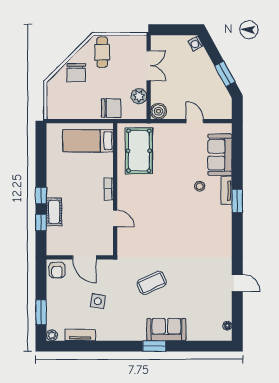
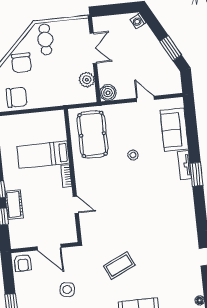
chair: (111, 108) -> (17, 97), moved
bed: (88, 141) -> (43, 155), moved
stool: (200, 186) -> (133, 155), moved

